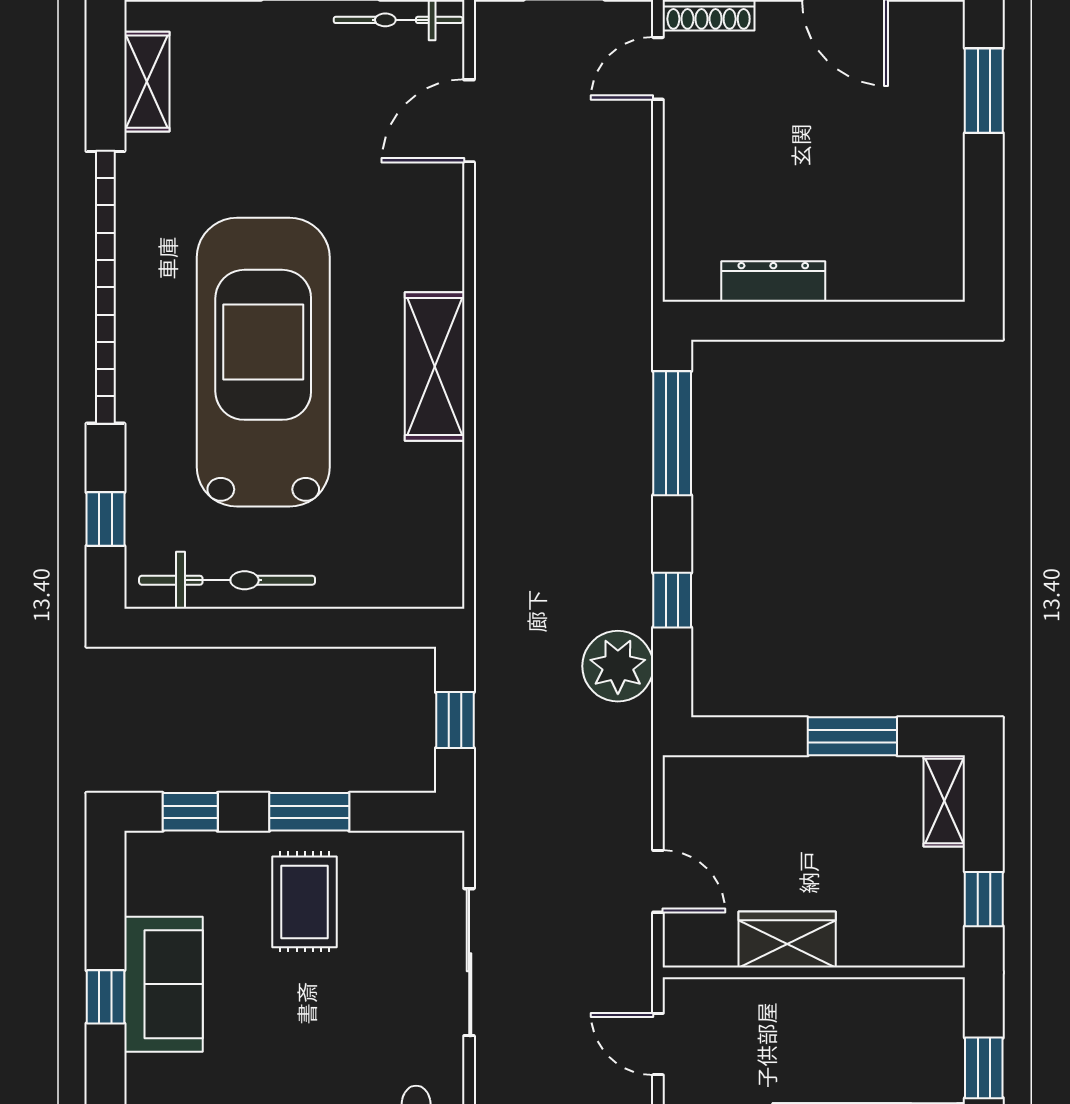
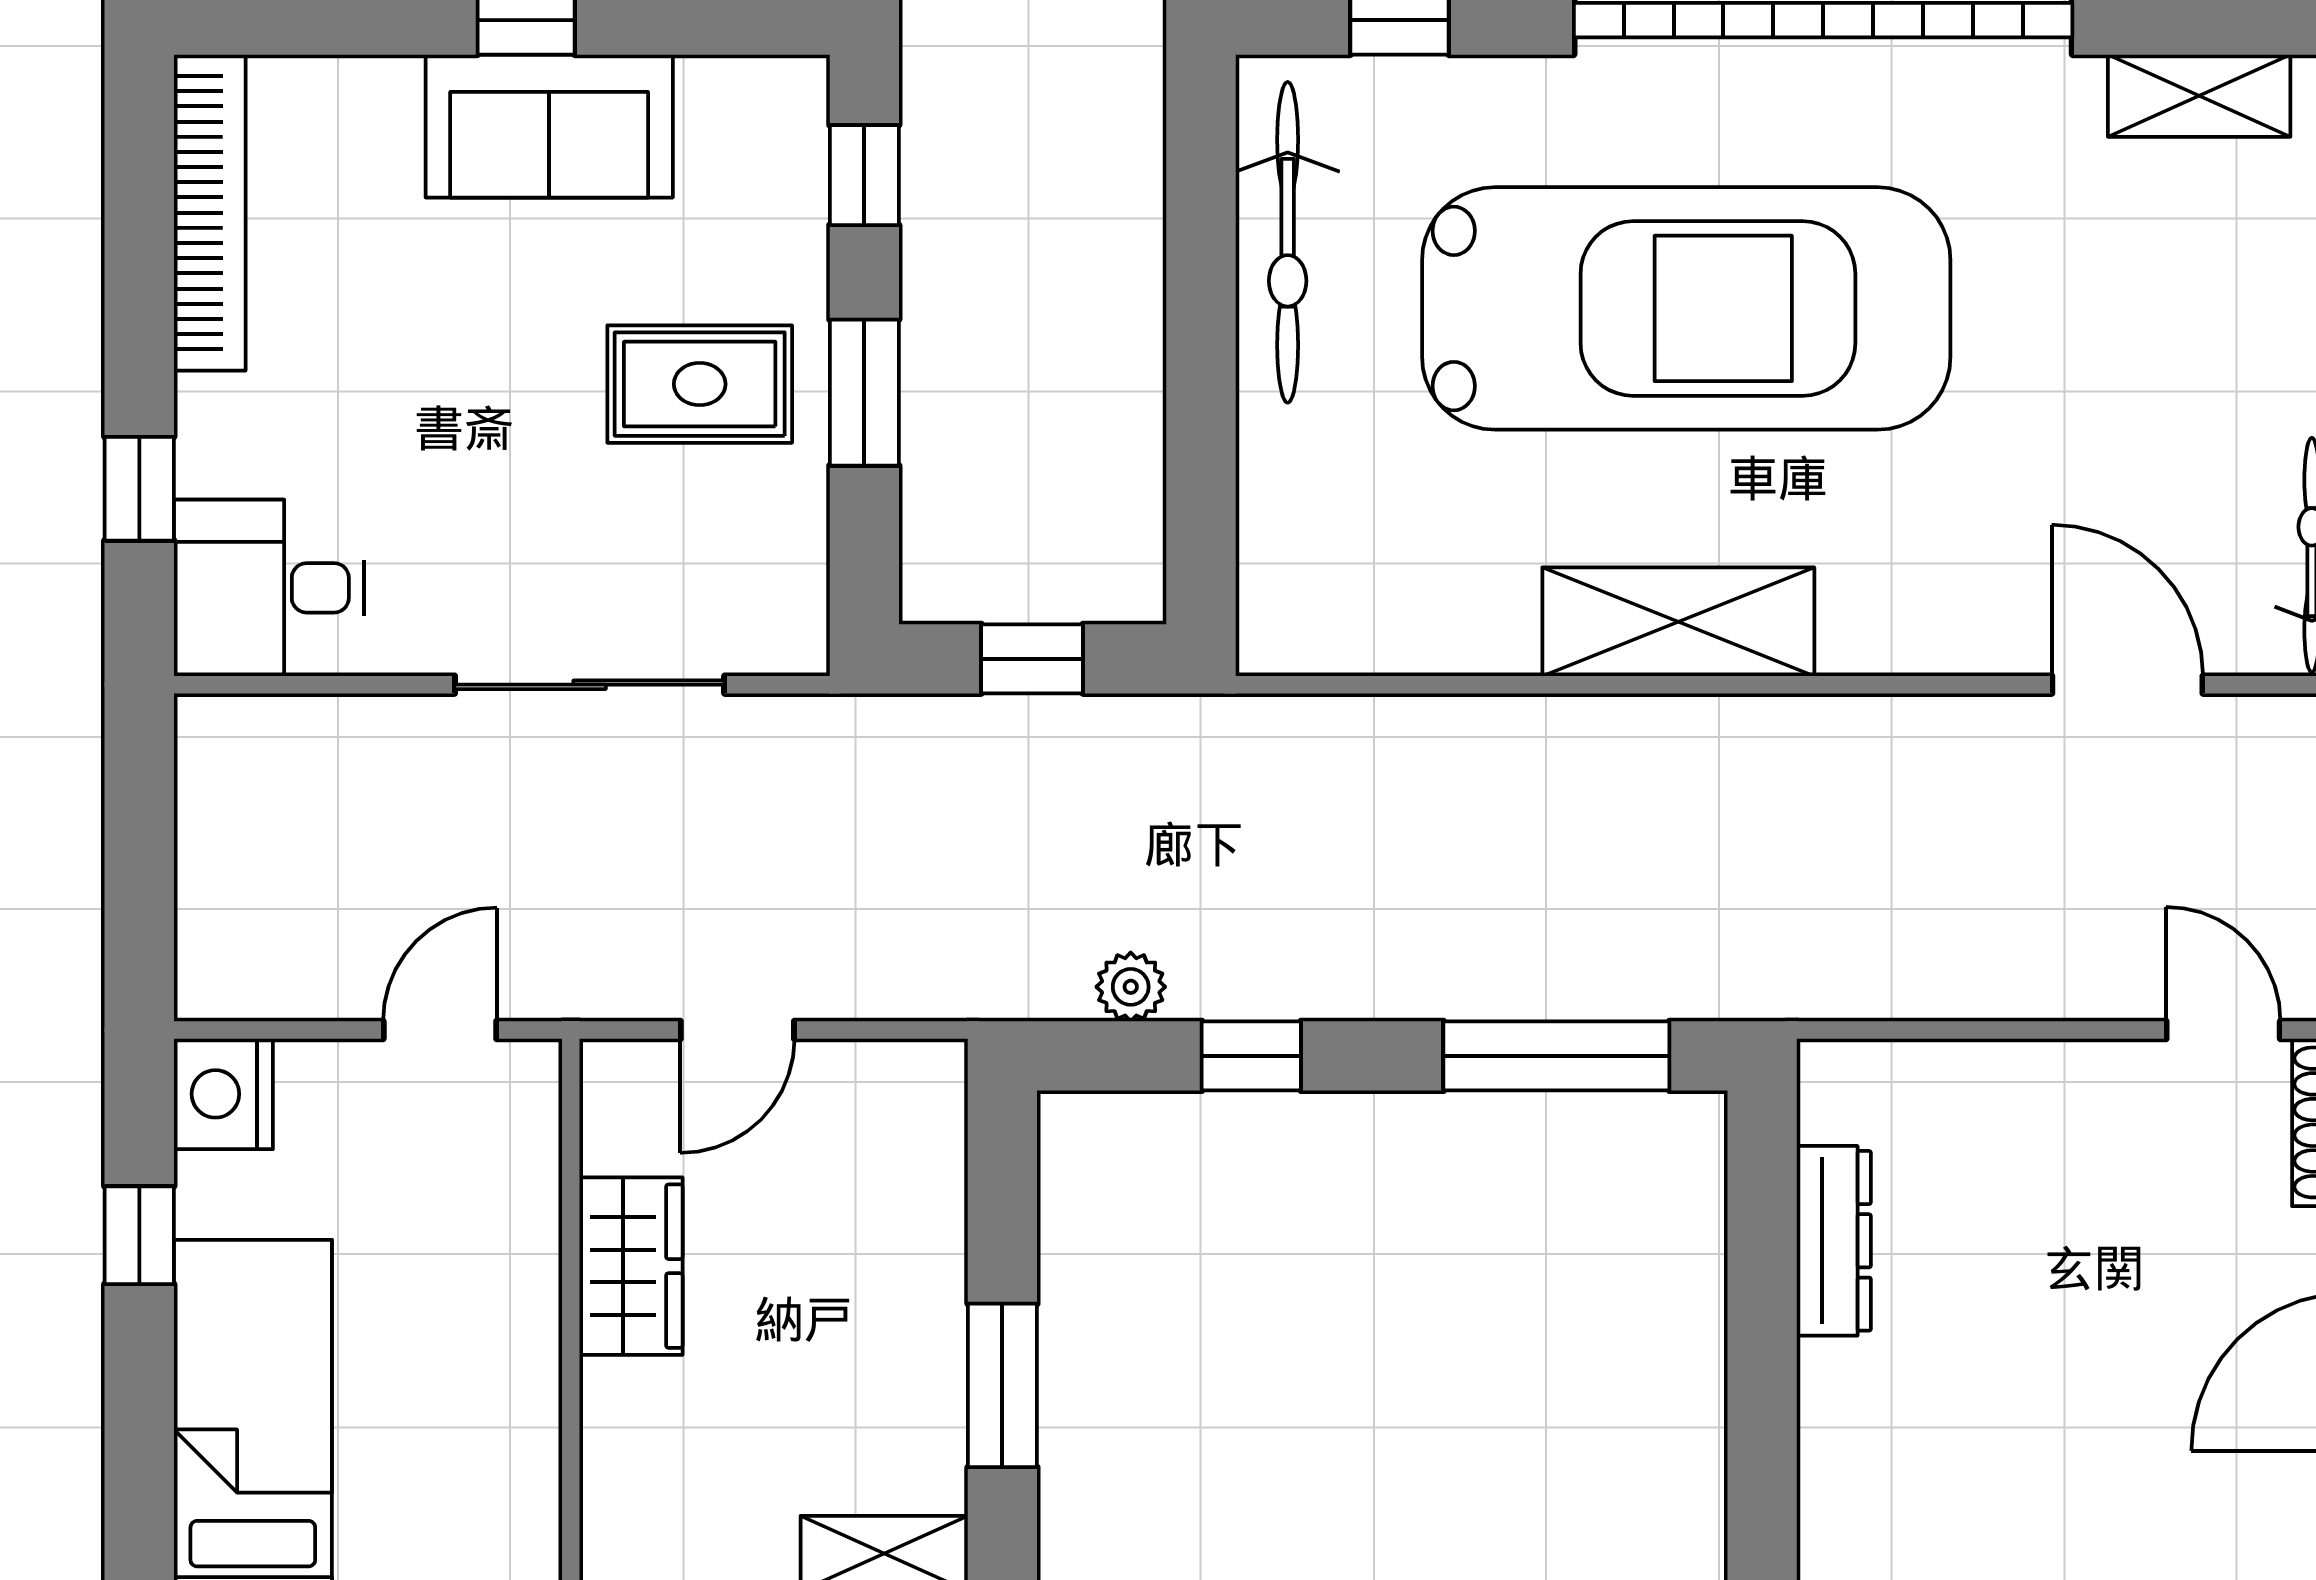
plant: (618, 666) -> (1131, 987), width x0.53, depth x0.53

